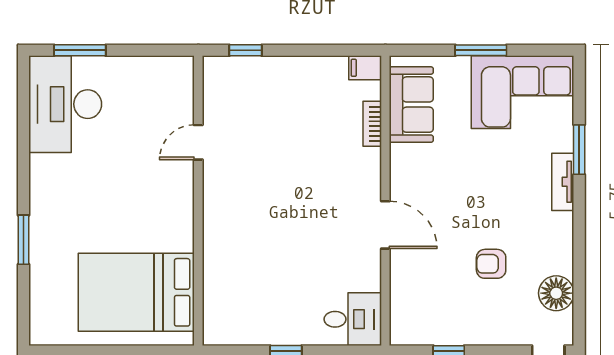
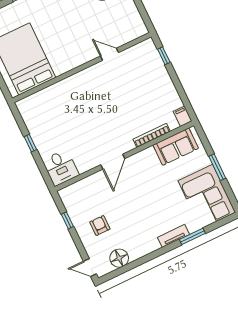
bookcase: (372, 124) -> (152, 135), width x1.56
armchair: (491, 264) -> (100, 225), moved

